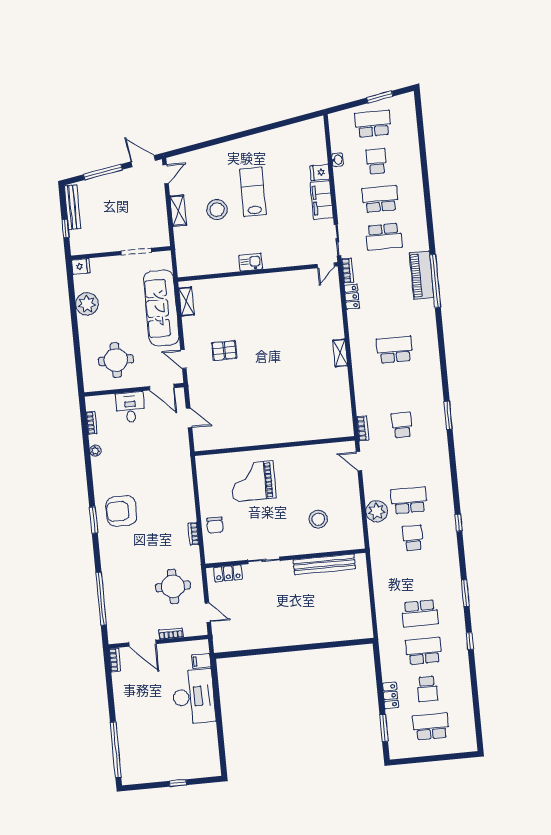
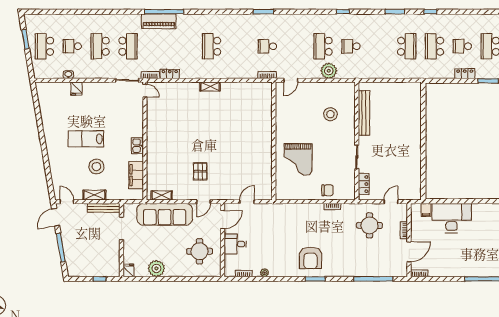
filing cabinet: (322, 200) -> (136, 175), moved, turned 90
bench: (73, 207) -> (104, 208), moved
school desk: (427, 689) -> (462, 46), turned 180

